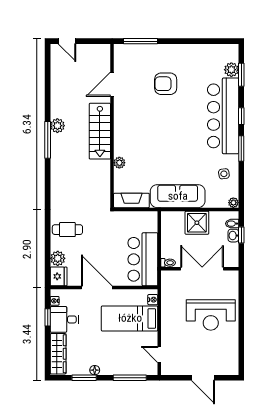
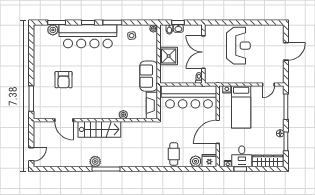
sofa: (178, 196) -> (149, 76), width x0.73
bar counter: (143, 259) -> (189, 97), width x1.36

